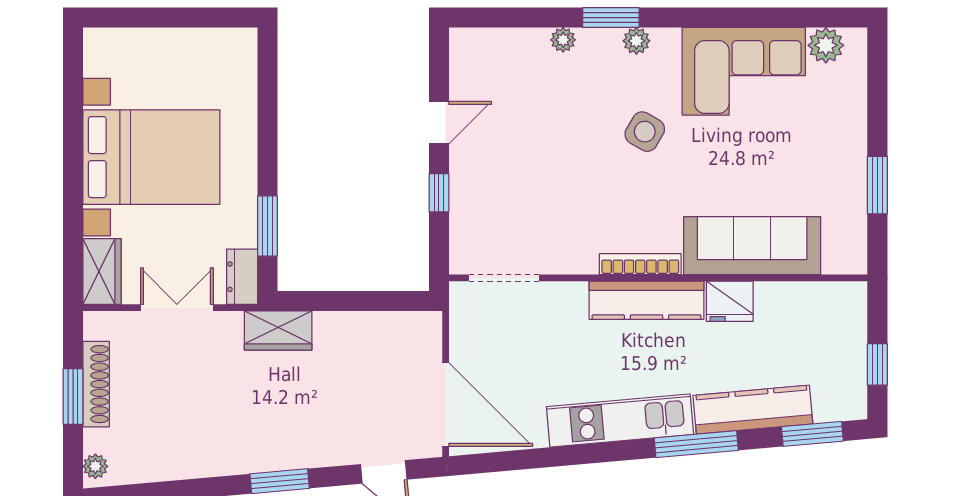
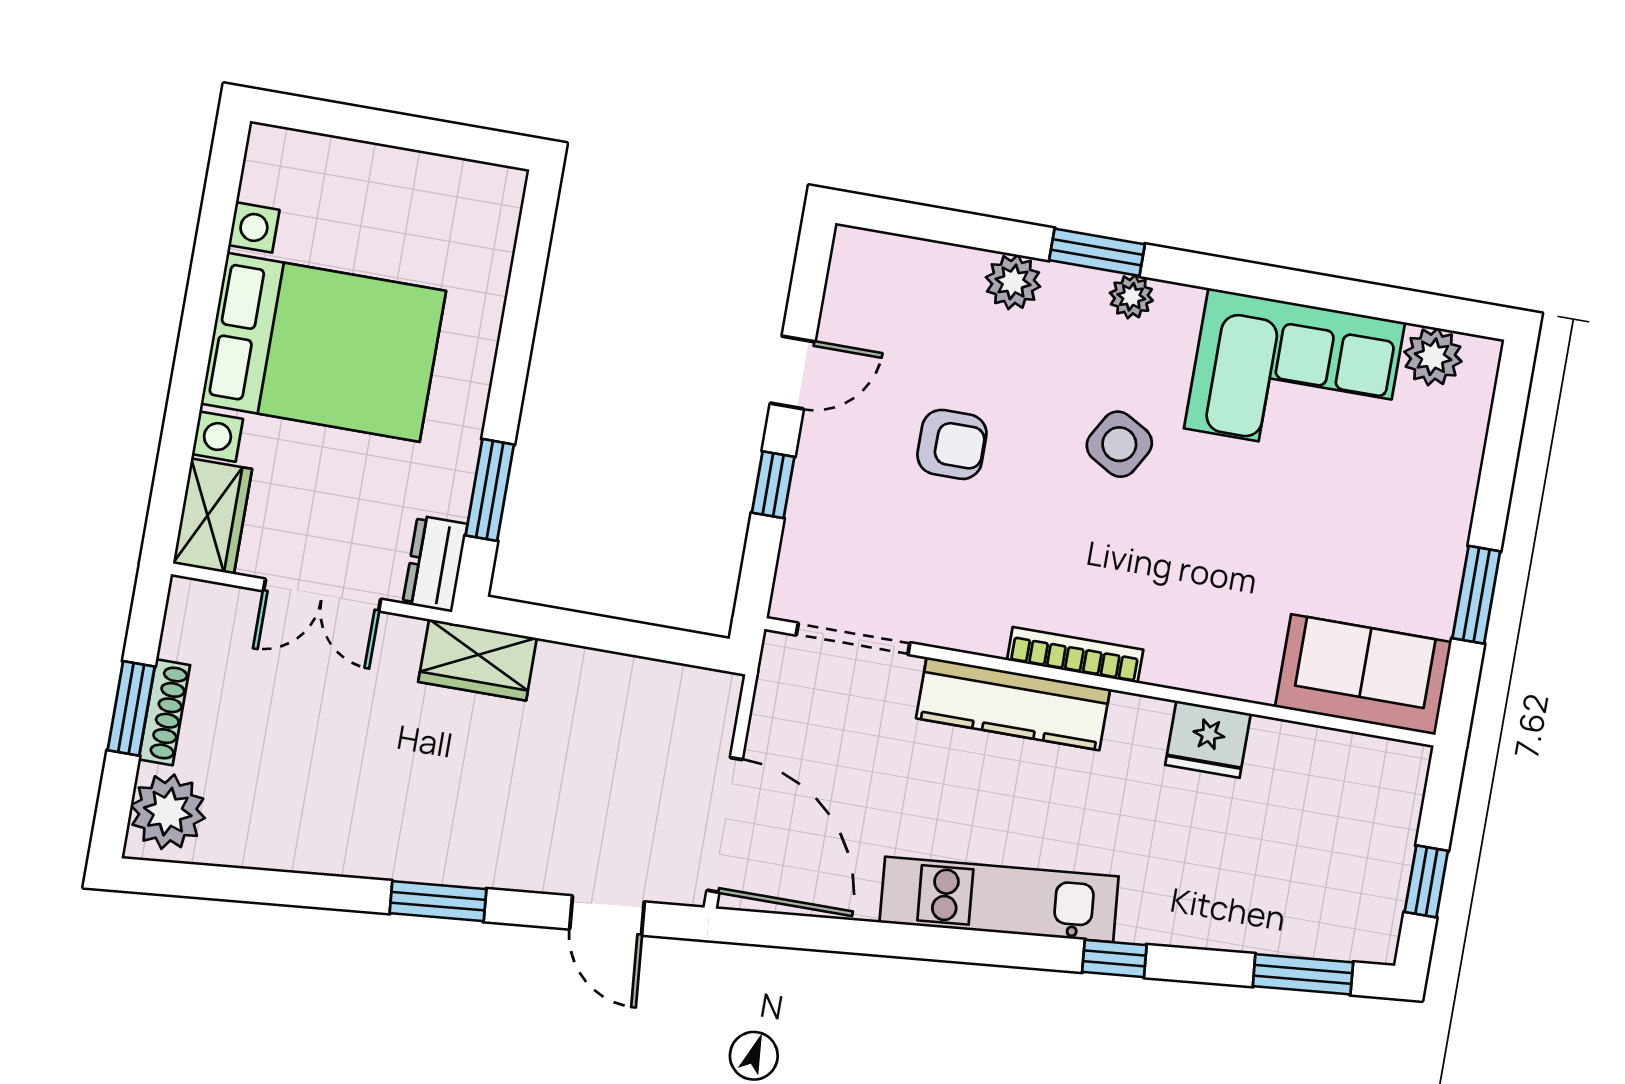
plant: (563, 40) -> (1013, 282), width x1.38, depth x1.38
armchair: (543, 149) -> (952, 444), added
sofa: (752, 246) -> (1363, 675), moved, width x0.73
kitchen counter: (646, 300) -> (1013, 704), moved
double door: (177, 308) -> (322, 595), swing flipped
shoe rack: (96, 384) -> (164, 712), width x0.74, depth x0.81
kitchen counter: (753, 410) -> (1215, 919), removed
window: (696, 444) -> (1114, 958), width x0.46
plant: (95, 466) -> (168, 812), width x1.87, depth x1.87

